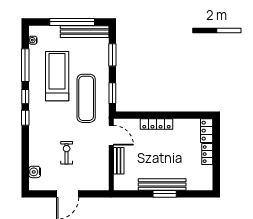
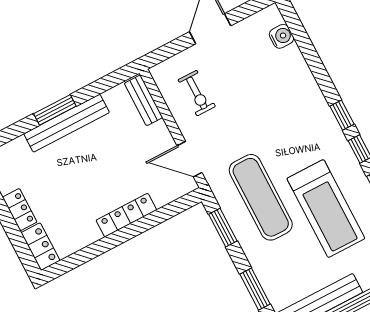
exercise bike: (67, 153) -> (197, 93), moved
bench: (119, 161) -> (143, 100), moved

